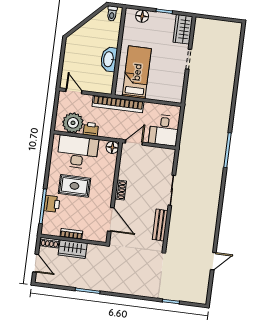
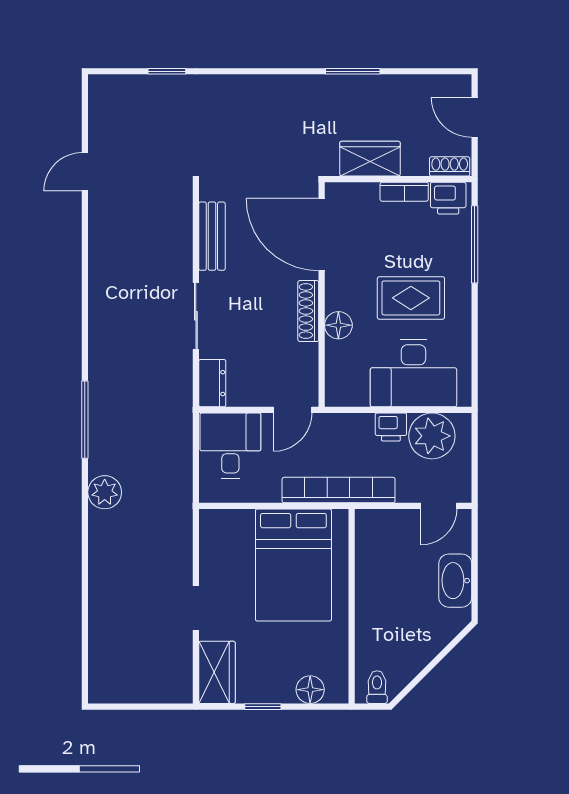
washbasin: (109, 59) -> (455, 581), moved, turned 180
bed: (137, 72) -> (293, 565), width x1.50
door: (74, 91) -> (439, 506), hinge flipped
plant: (223, 116) -> (105, 492), added
floor lamp: (112, 147) -> (338, 325), moved
dresser: (168, 159) -> (212, 383), added
shoe rack: (121, 190) -> (308, 311), width x1.43
printer: (52, 204) -> (448, 198), moved, turned -90
door: (111, 219) -> (322, 235), width x1.36
wardrobe: (73, 249) -> (370, 159), moved

